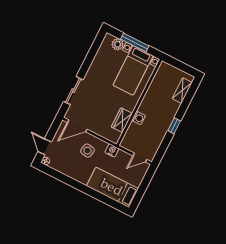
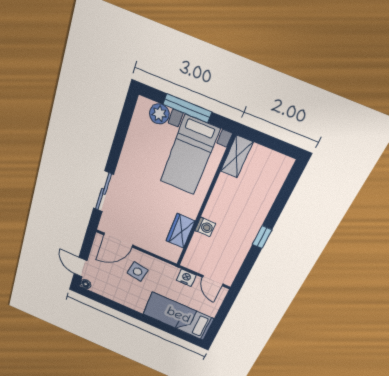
shelving: (182, 91) -> (237, 157), moved
nightstand: (112, 150) -> (186, 278), moved
door: (140, 158) -> (213, 281), hinge flipped

